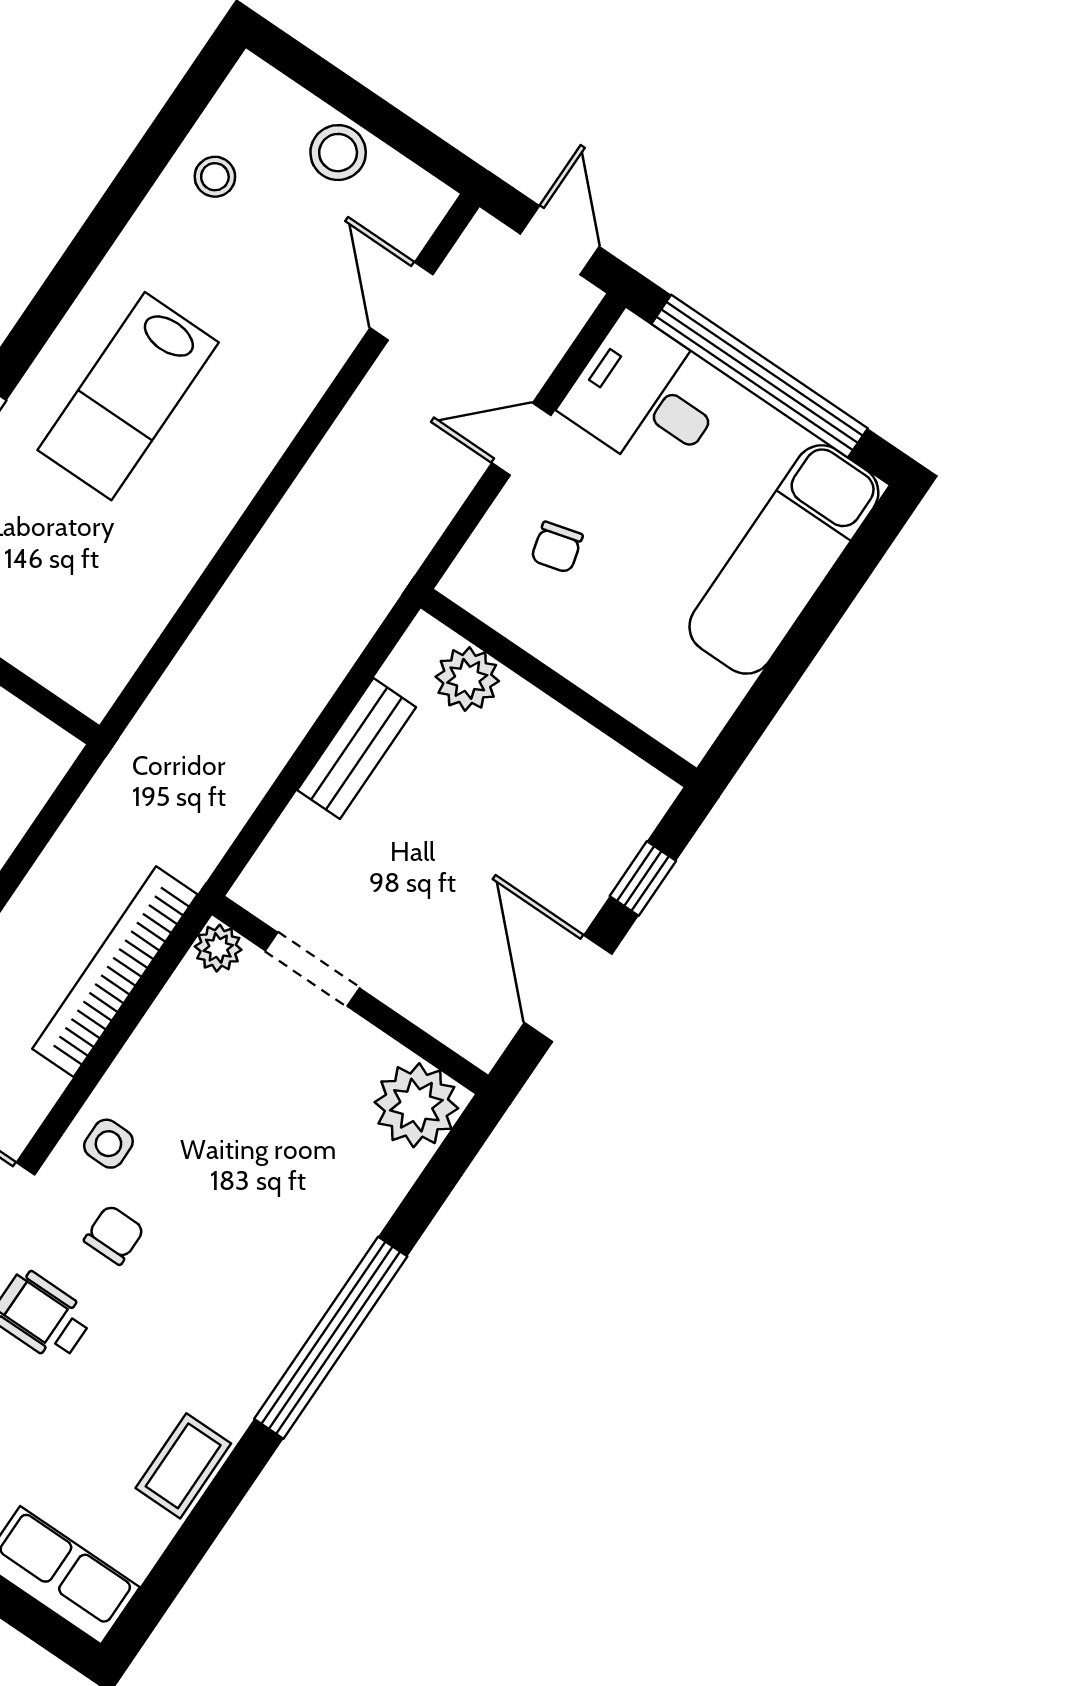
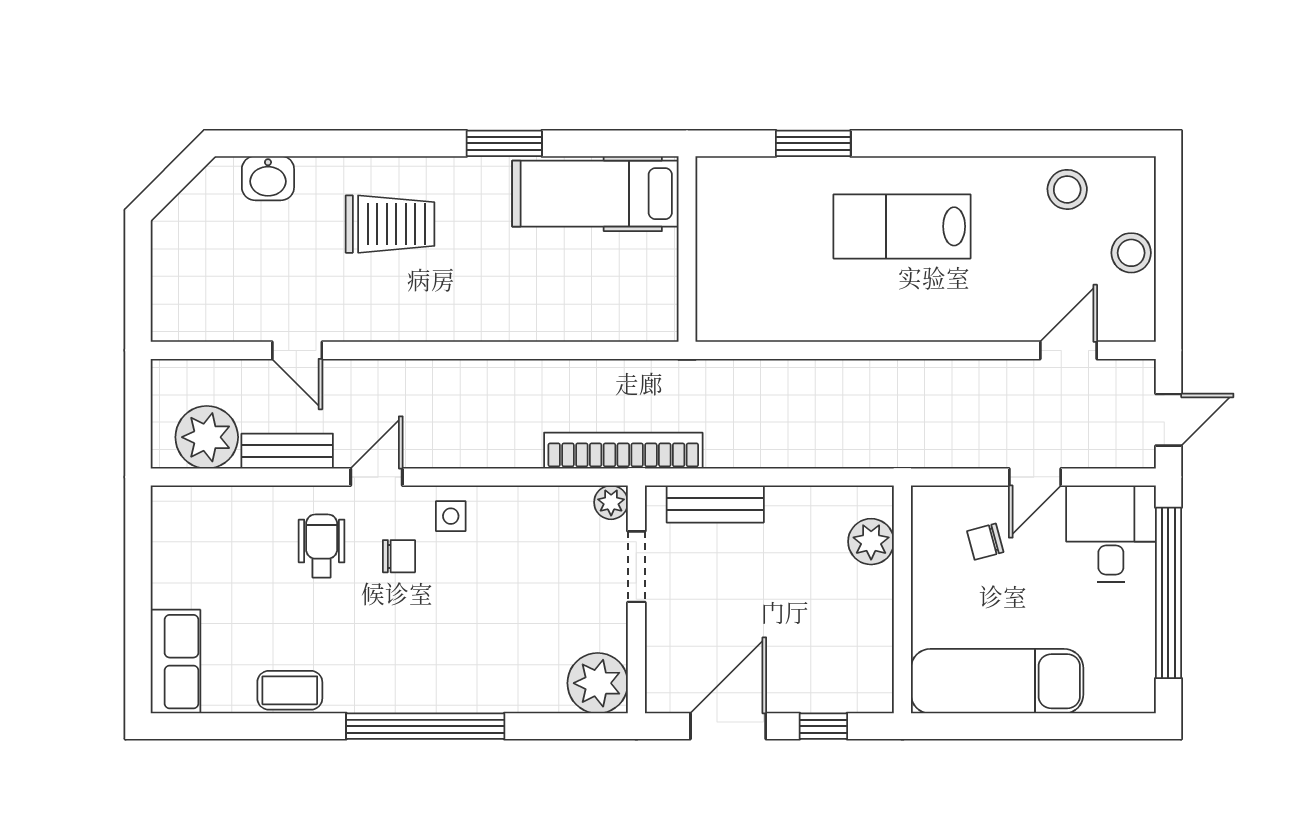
stool: (215, 177) -> (1067, 189), width x1.37, depth x1.37
door: (521, 439) -> (1035, 477), swing flipped
exam couch: (784, 559) -> (997, 681), moved
bench: (357, 749) -> (715, 504), moved
bookcase: (115, 972) -> (623, 451), moved

